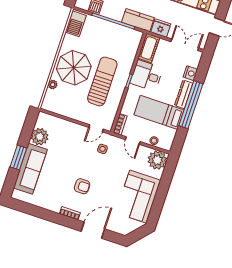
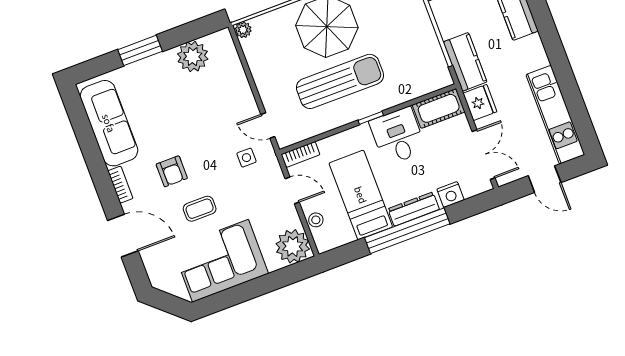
plant: (53, 85) -> (243, 30), moved
door: (133, 141) -> (292, 190), swing flipped
sofa: (30, 169) -> (109, 123), moved, turned -90
coffee table: (108, 187) -> (200, 209), added

